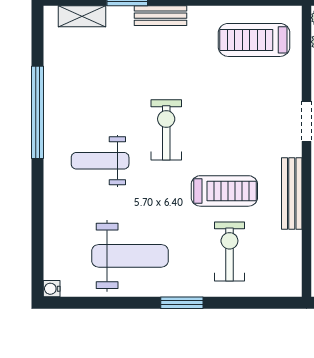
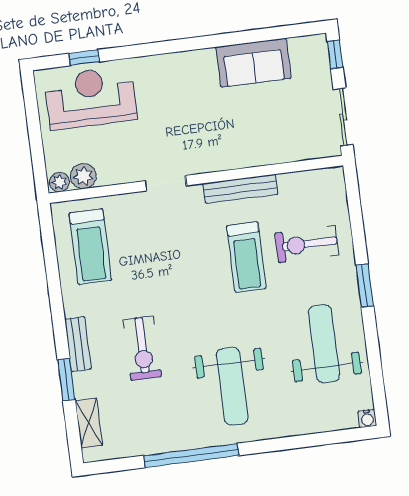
exercise bike: (166, 130) -> (142, 348), moved, turned -90
weight bench: (100, 161) -> (232, 386), width x1.36, depth x1.33
treadmill: (224, 191) -> (246, 257), turned 180

